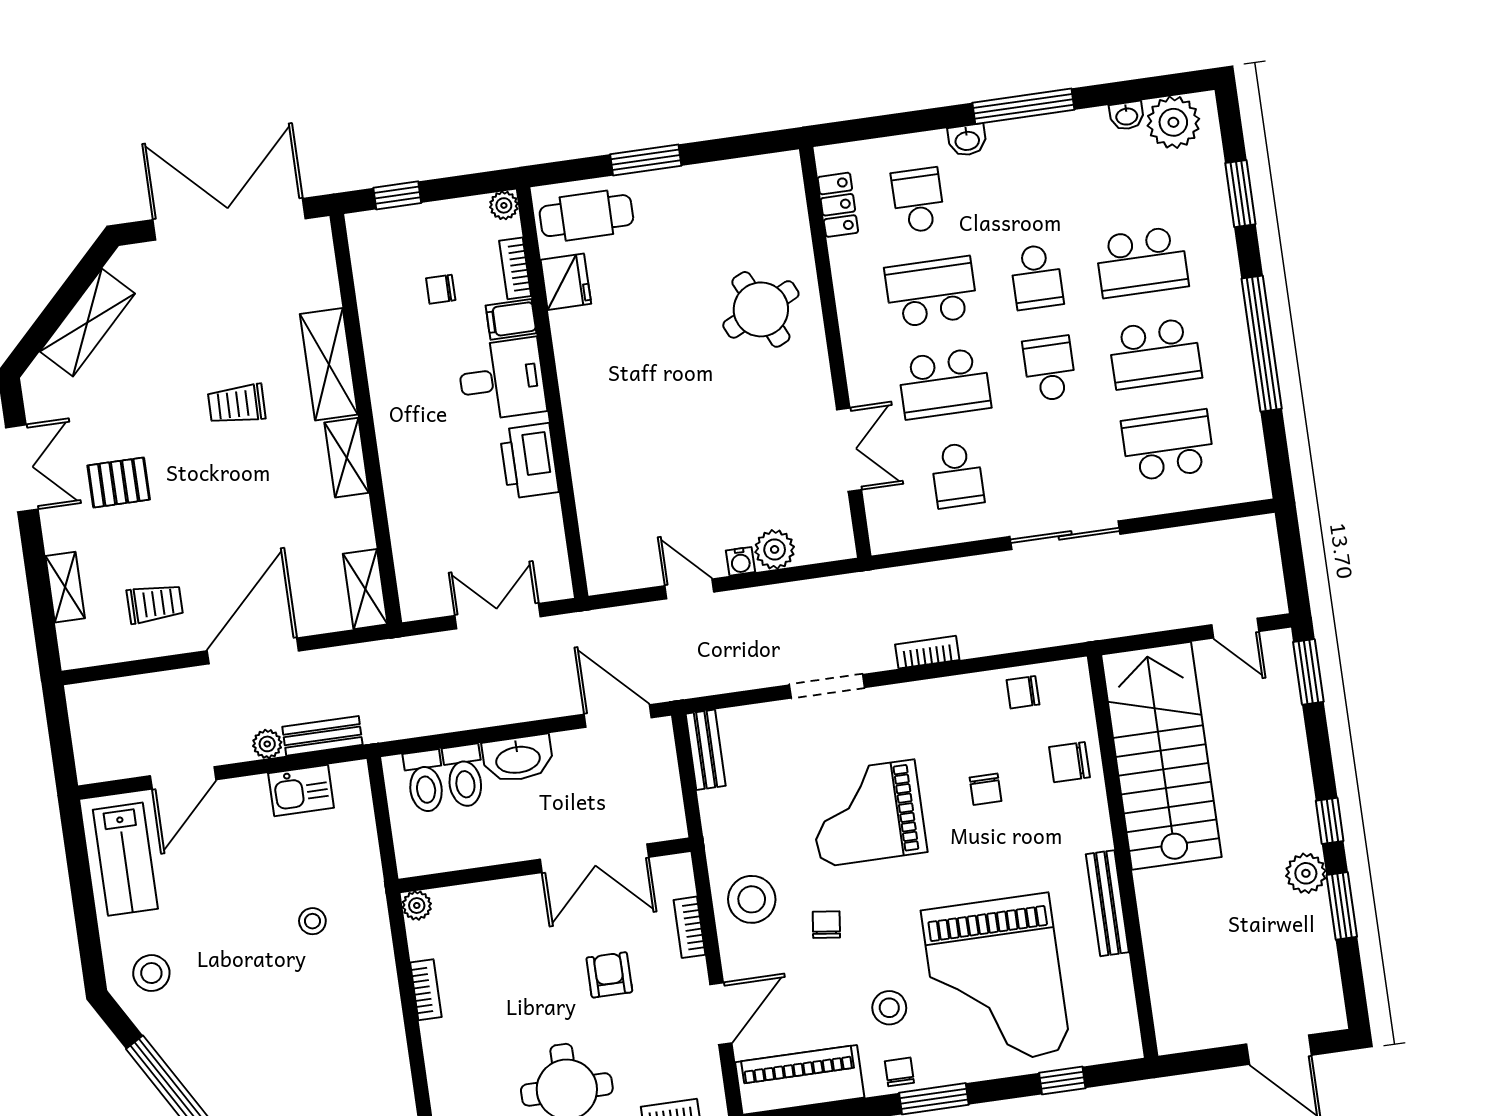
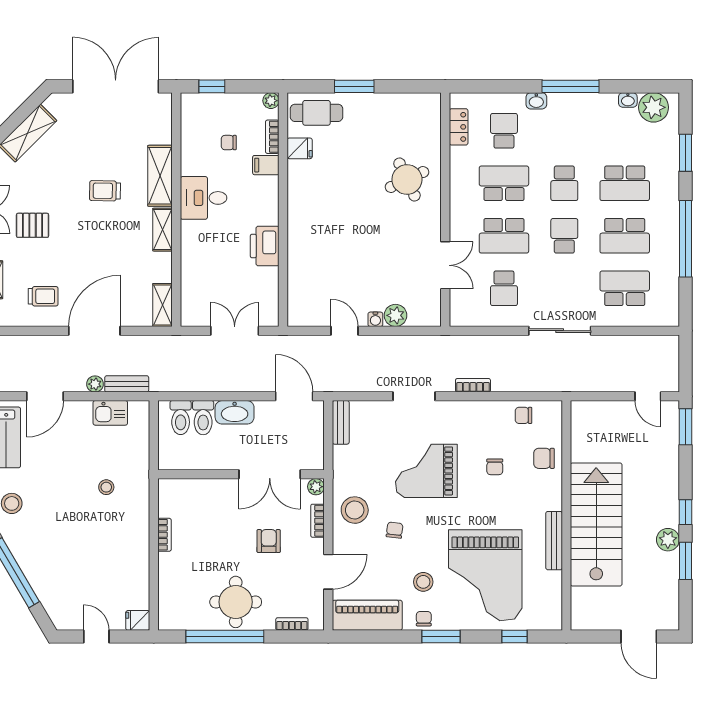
fridge: (566, 282) -> (300, 148), width x0.72
desk: (502, 379) -> (204, 198), moved, turned 180
stairs: (1161, 756) -> (596, 524), moved
plant: (417, 905) -> (316, 487), moved

